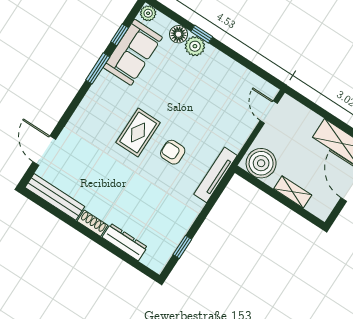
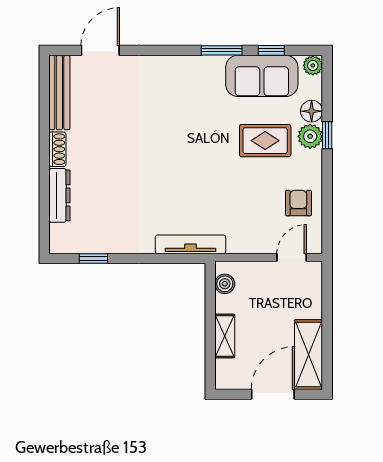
rug: (138, 132) -> (265, 141), moved
armchair: (173, 152) -> (298, 203), moved
boiler: (261, 163) -> (225, 284), width x0.54, depth x0.54

